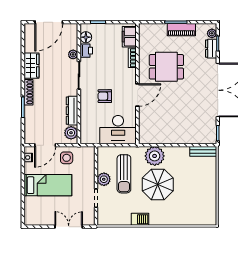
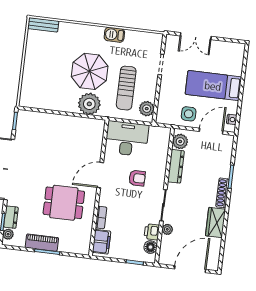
bench: (203, 151) -> (43, 25), moved
sun lounger: (124, 174) -> (126, 88), turned 180
plant: (104, 179) -> (147, 109), moved

